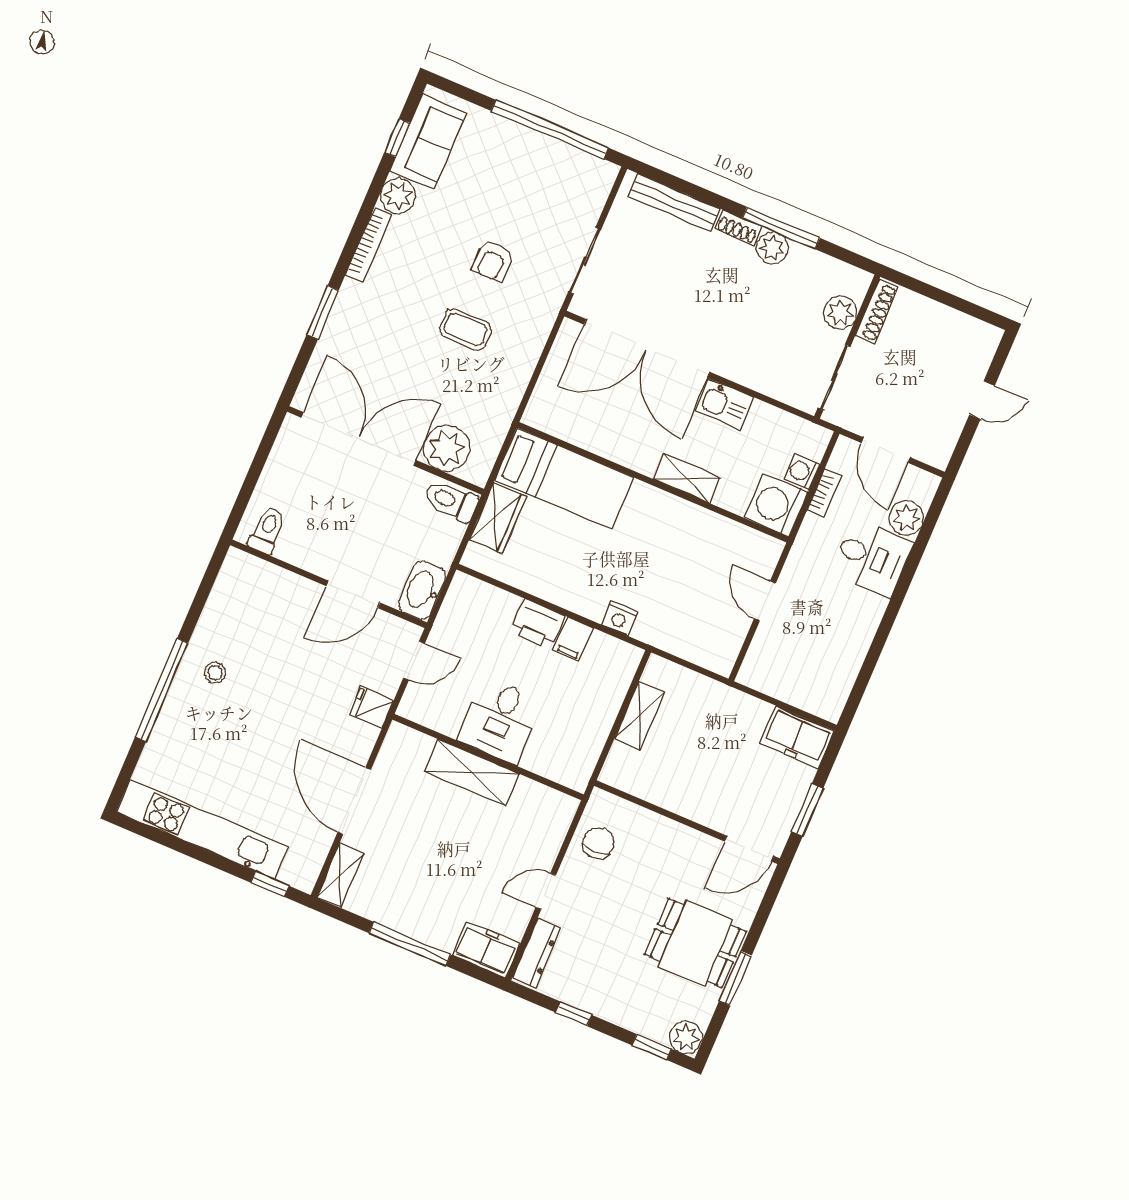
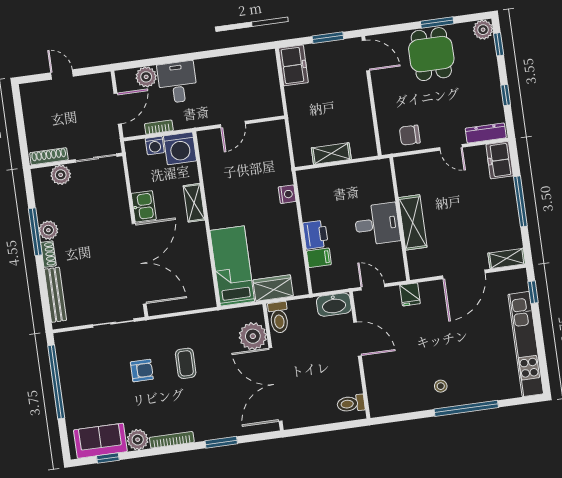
filing cabinet: (573, 640) -> (319, 258), moved

